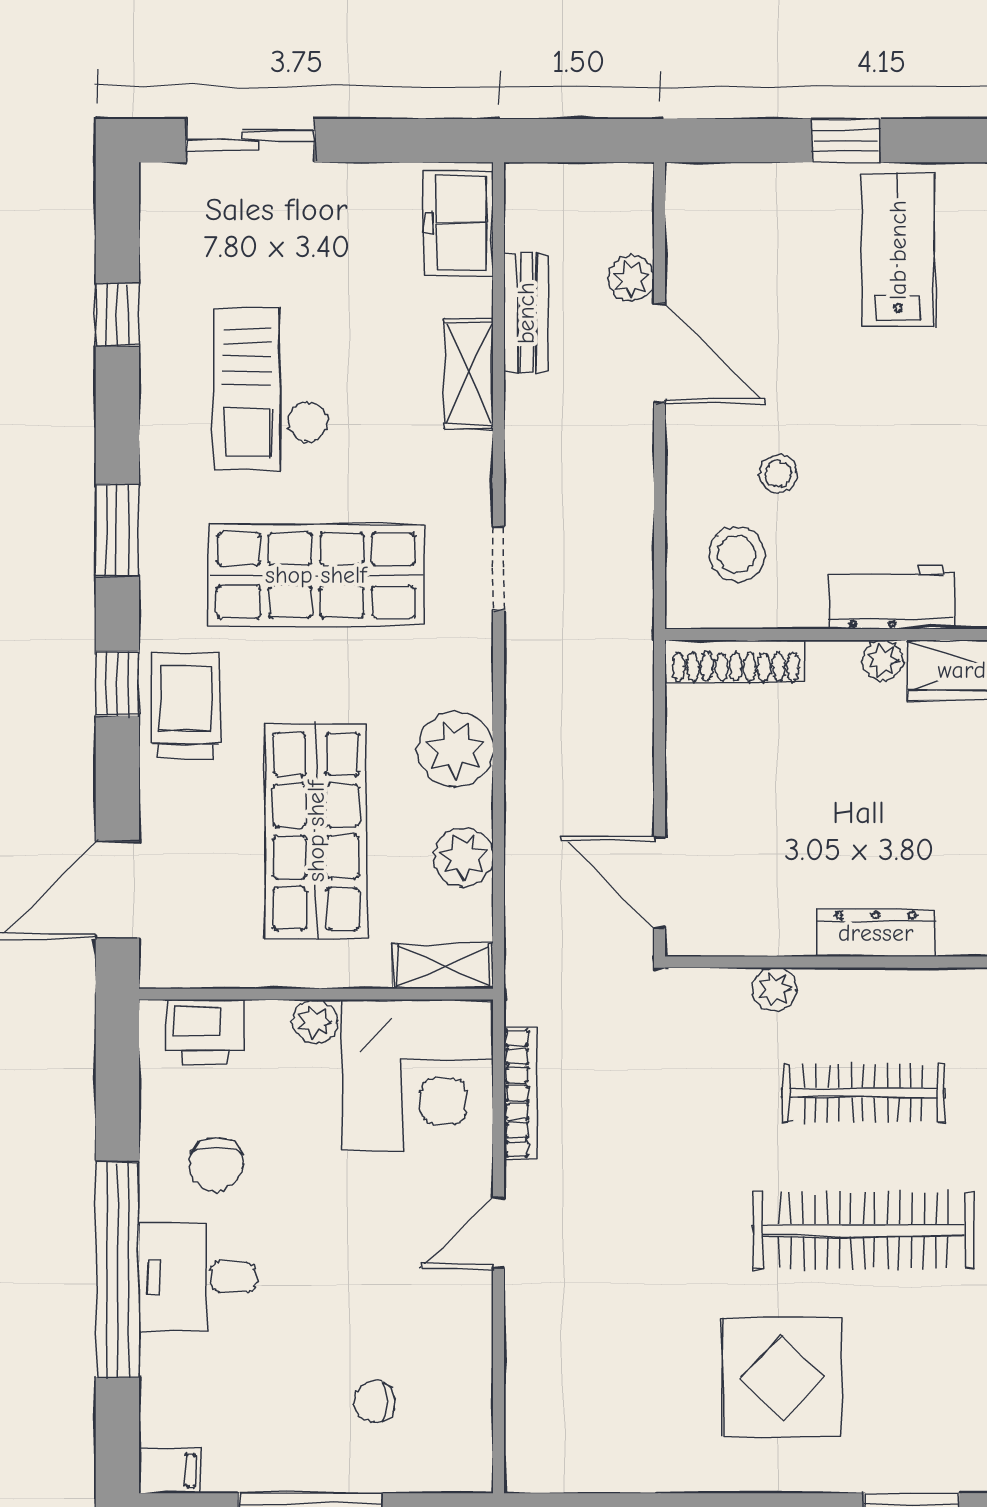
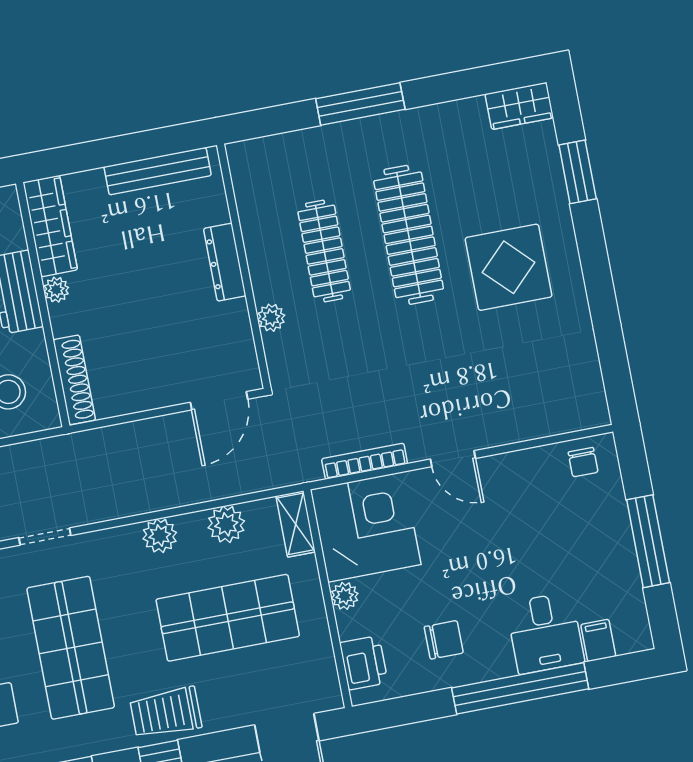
plant: (455, 749) -> (160, 536), width x0.73, depth x0.73
desk: (197, 1277) -> (545, 633), moved
chair: (374, 1402) -> (583, 462), moved
filing cabinet: (169, 1470) -> (598, 640), moved

